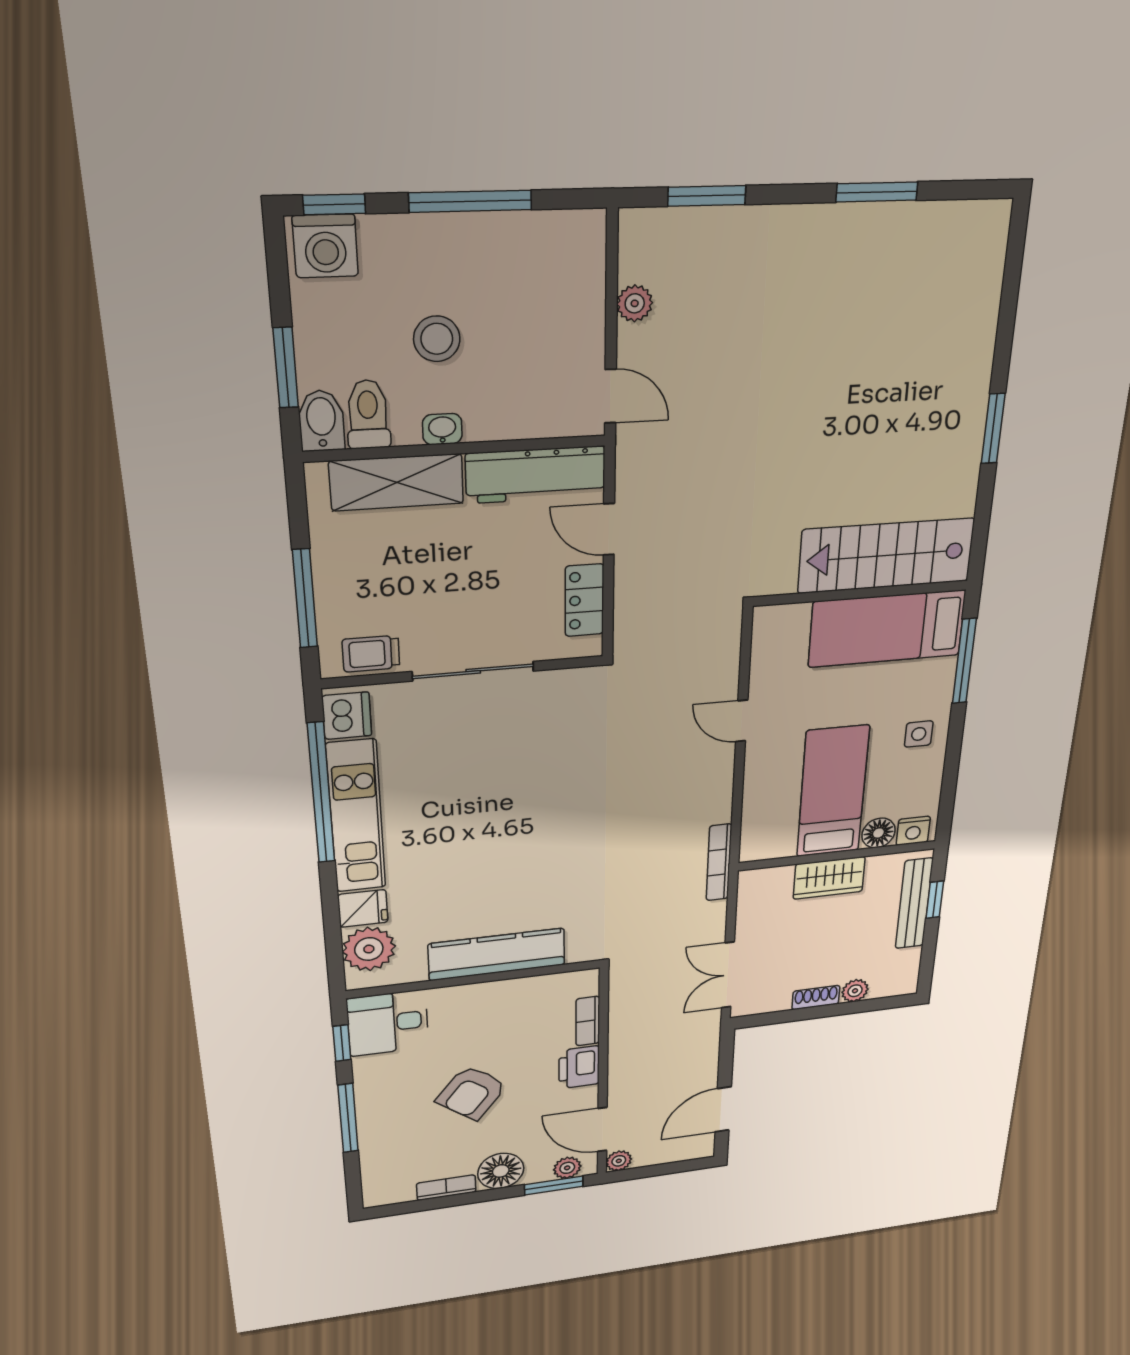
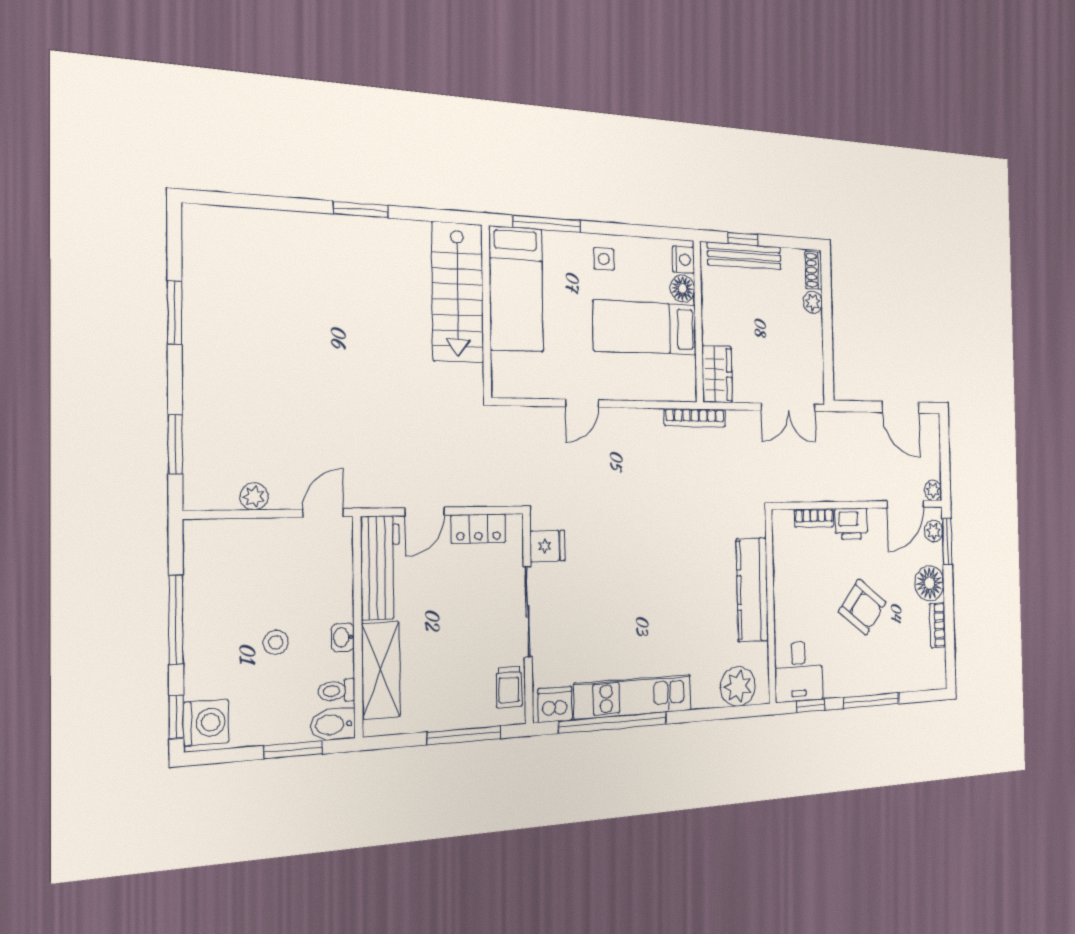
stool: (437, 339) -> (276, 642), width x0.73, depth x0.73
toilet: (368, 414) -> (337, 691), width x0.73, depth x0.72
wardrobe: (829, 878) -> (717, 374), moved
fridge: (363, 908) -> (548, 546), moved, turned 90
shoe rack: (816, 998) -> (813, 270), moved

